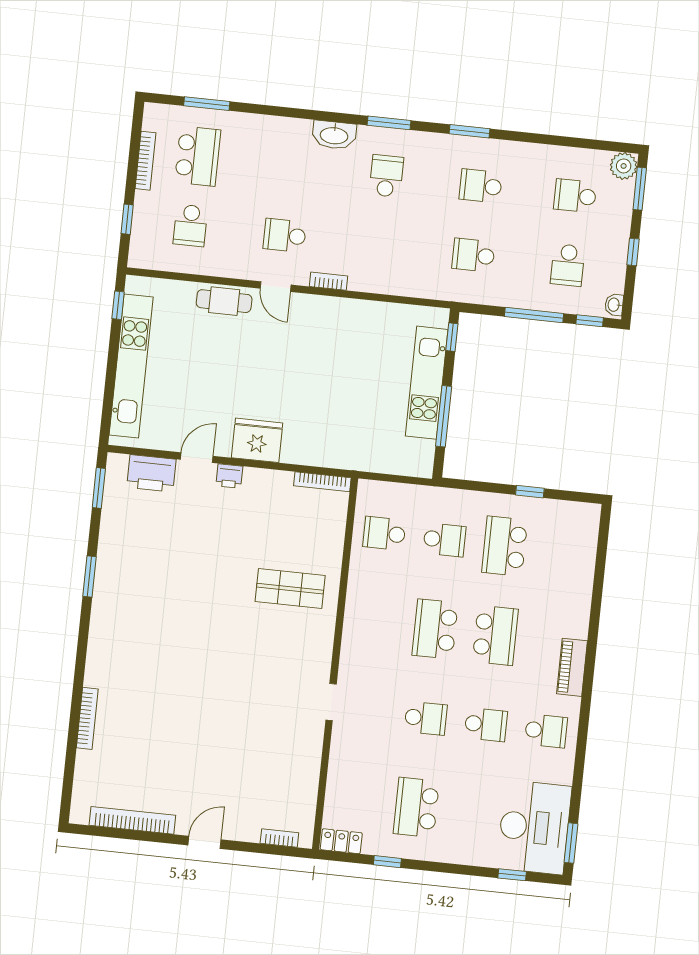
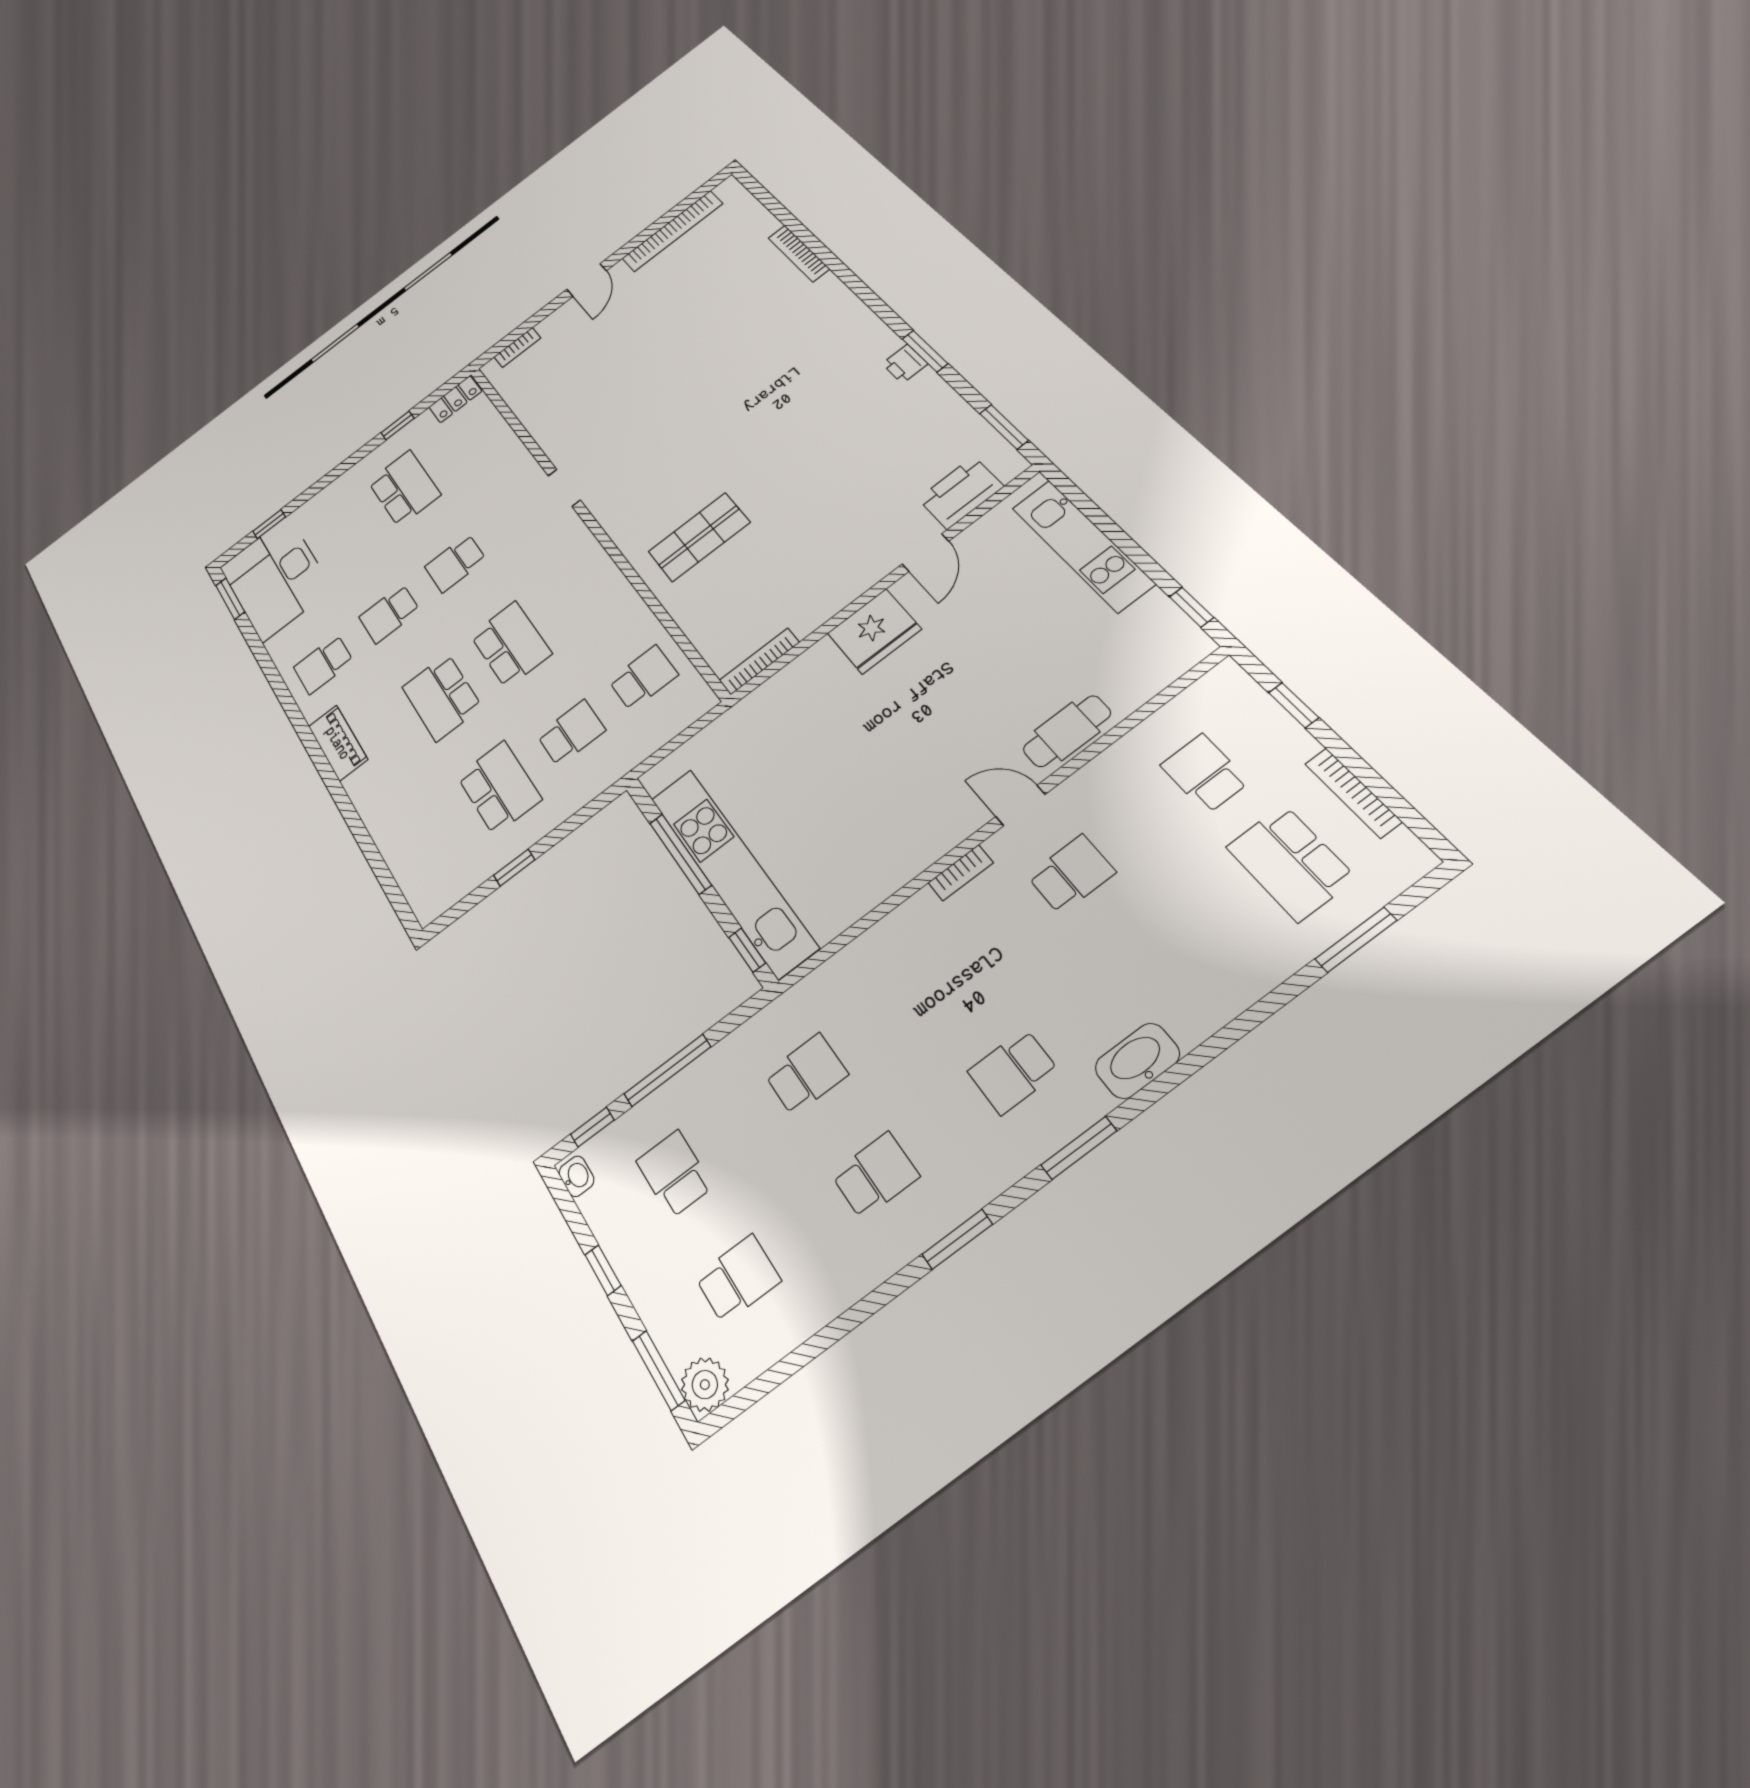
school desk: (386, 176) -> (1013, 1071), turned 90
kitchen unit: (131, 366) -> (1083, 545), width x0.73
kitchen unit: (427, 383) -> (732, 871), width x1.36
printer: (229, 476) -> (905, 364), moved, turned -90
school desk: (444, 540) -> (571, 733), turned 180

